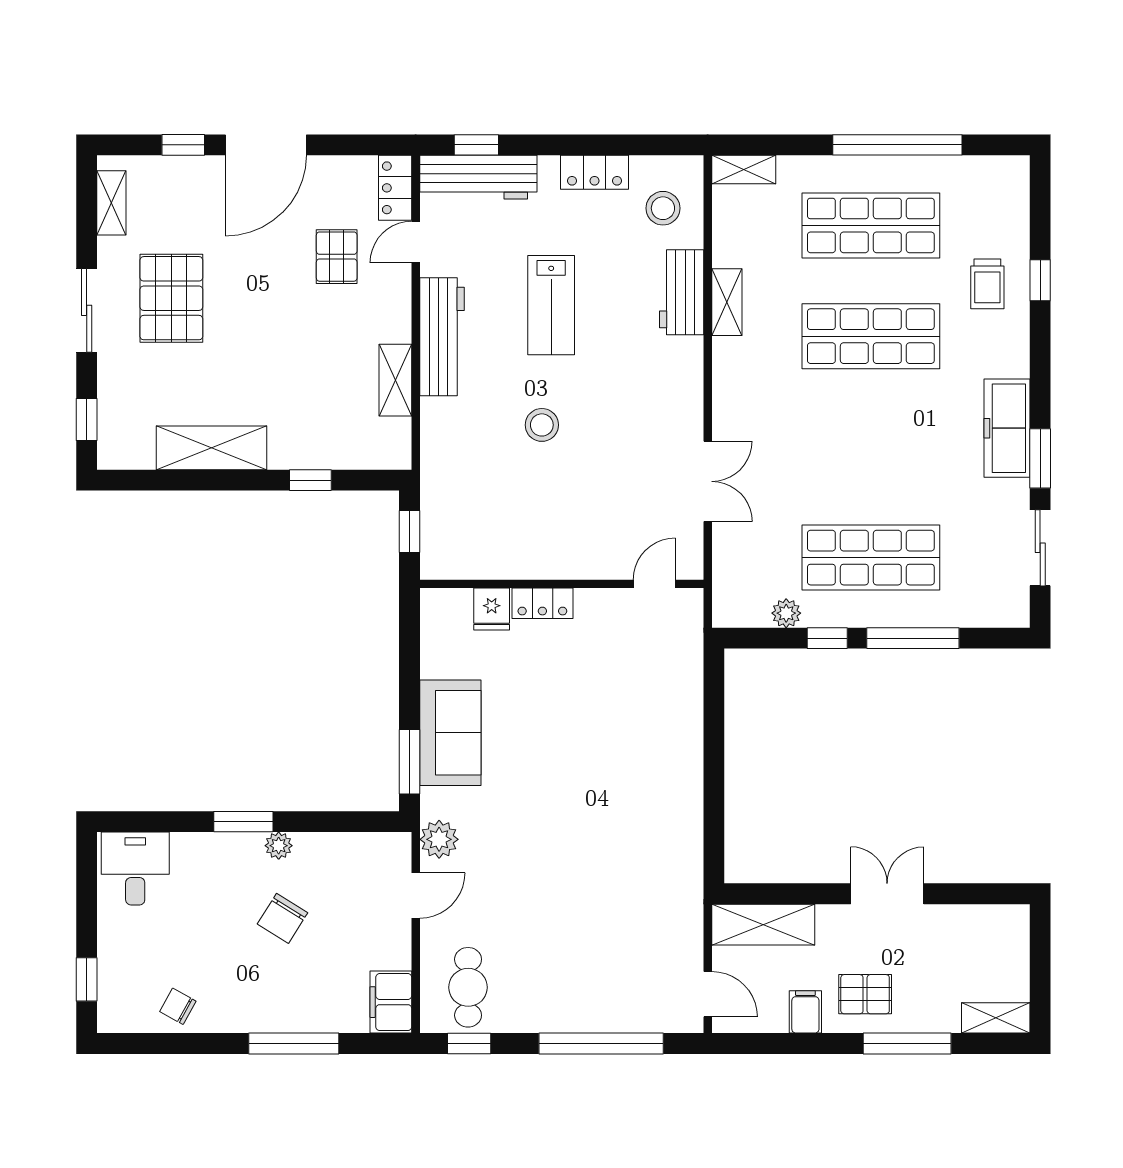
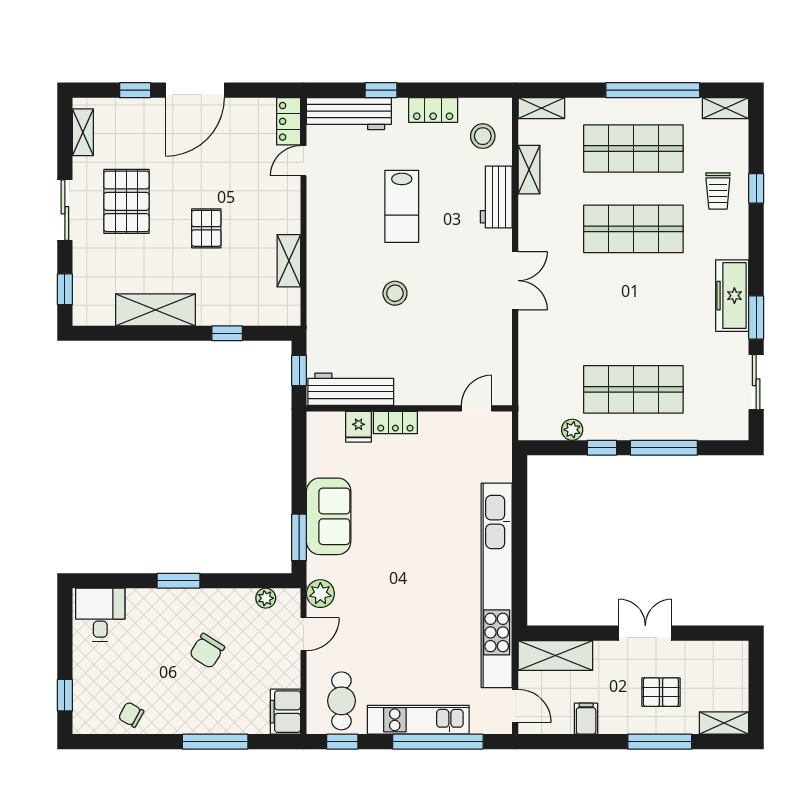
window: (476, 145) -> (381, 90), moved
shelving: (998, 170) -> (726, 108), added
pallet: (337, 257) -> (206, 228), moved
shelving: (727, 302) -> (529, 170), moved
workbench: (442, 337) -> (351, 389), moved, turned -90
double door: (708, 481) -> (515, 281), moved
kitchen unit: (682, 828) -> (497, 585), added
plant: (279, 846) -> (266, 598), moved
pallet: (865, 994) -> (661, 692), moved
kitchen unit: (574, 1013) -> (418, 720), added

